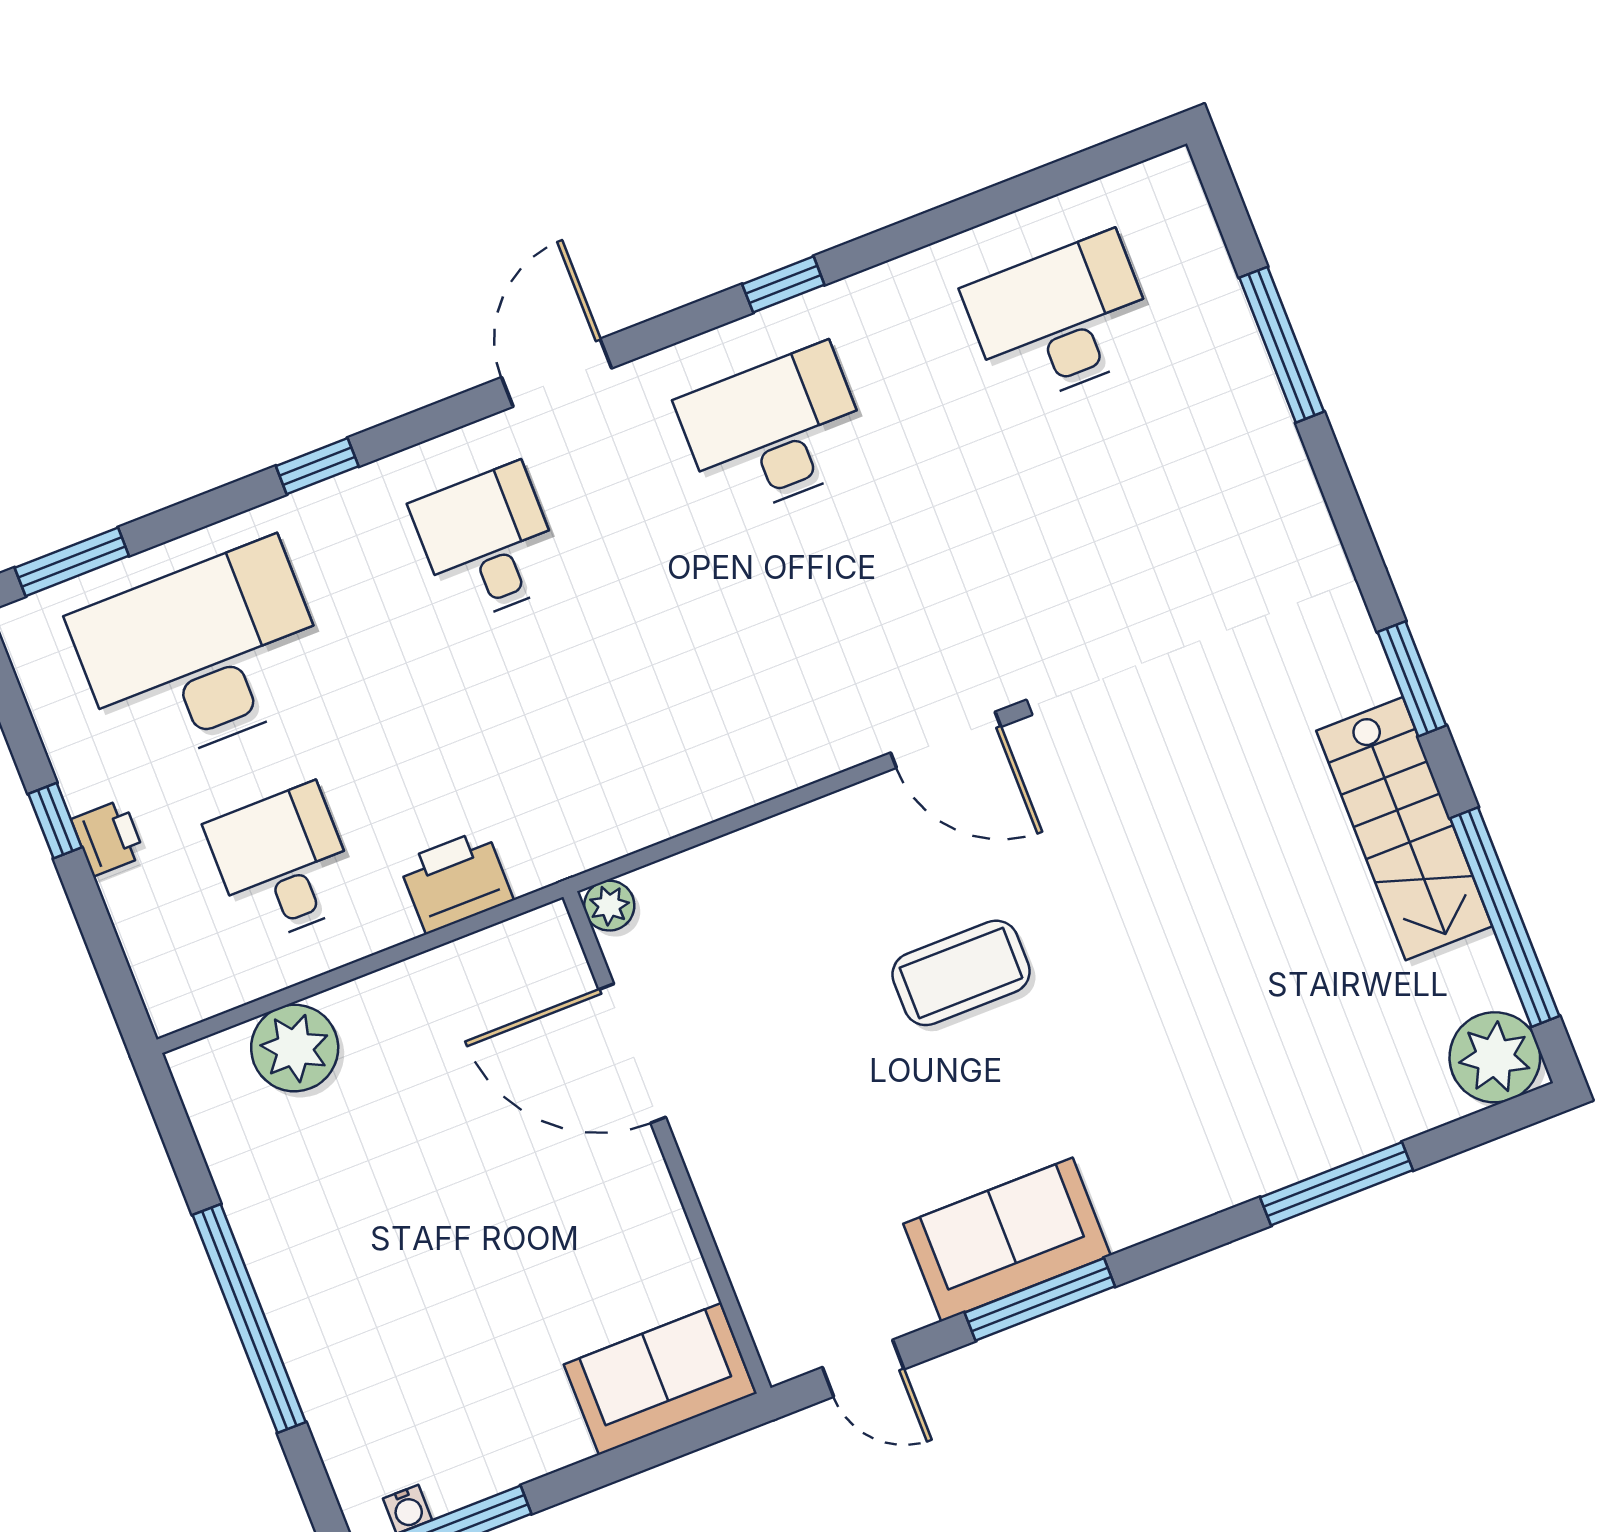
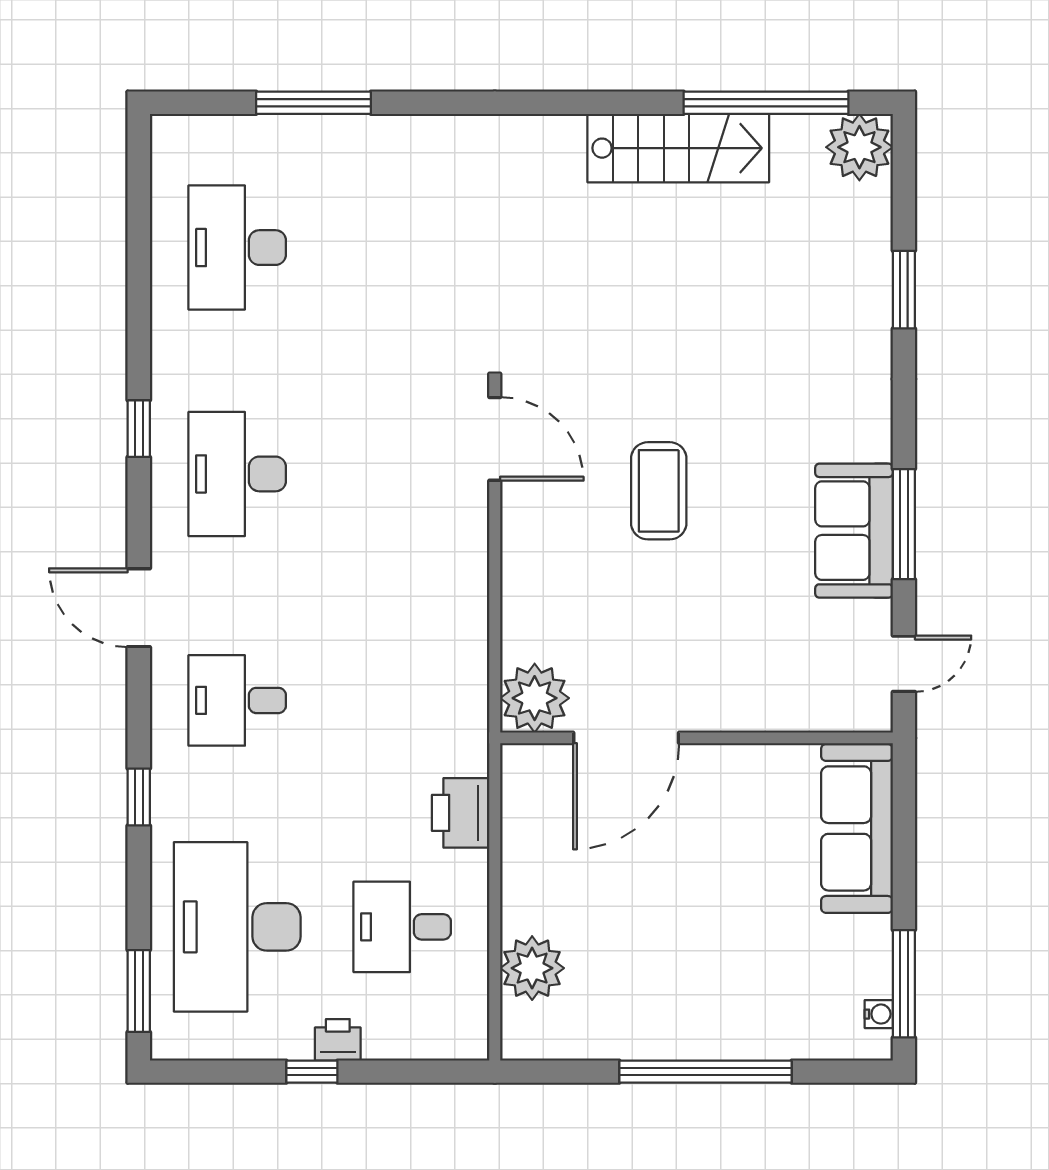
window: (1412, 679) -> (578, 103), removed
door: (946, 740) -> (495, 439), hinge flipped
plant: (609, 906) -> (535, 698), width x1.87, depth x1.87
window: (1336, 1184) -> (904, 290), width x0.69
sofa: (660, 1379) -> (857, 828), width x1.36

